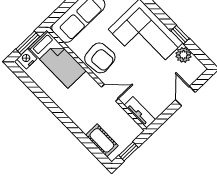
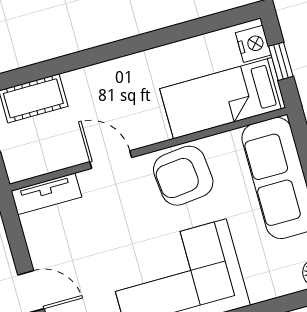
window: (28, 43) -> (281, 61), width x0.67
door: (110, 93) -> (111, 160), swing flipped

